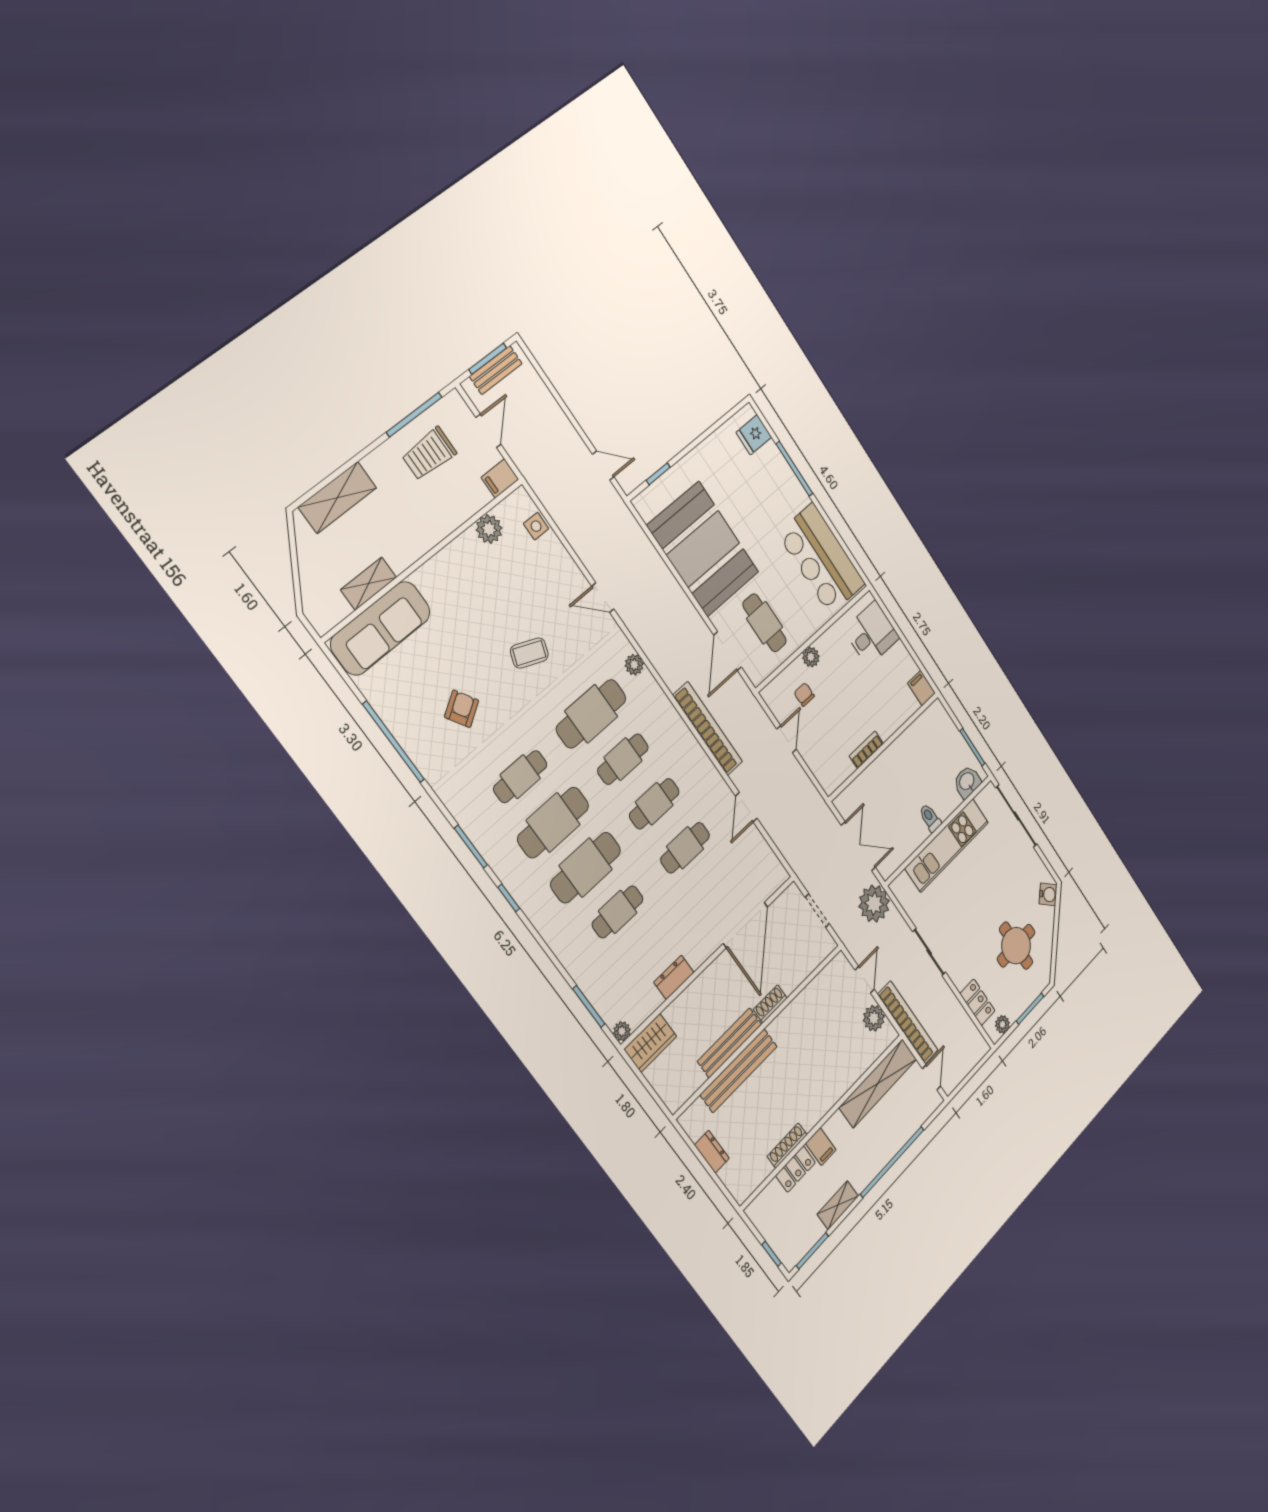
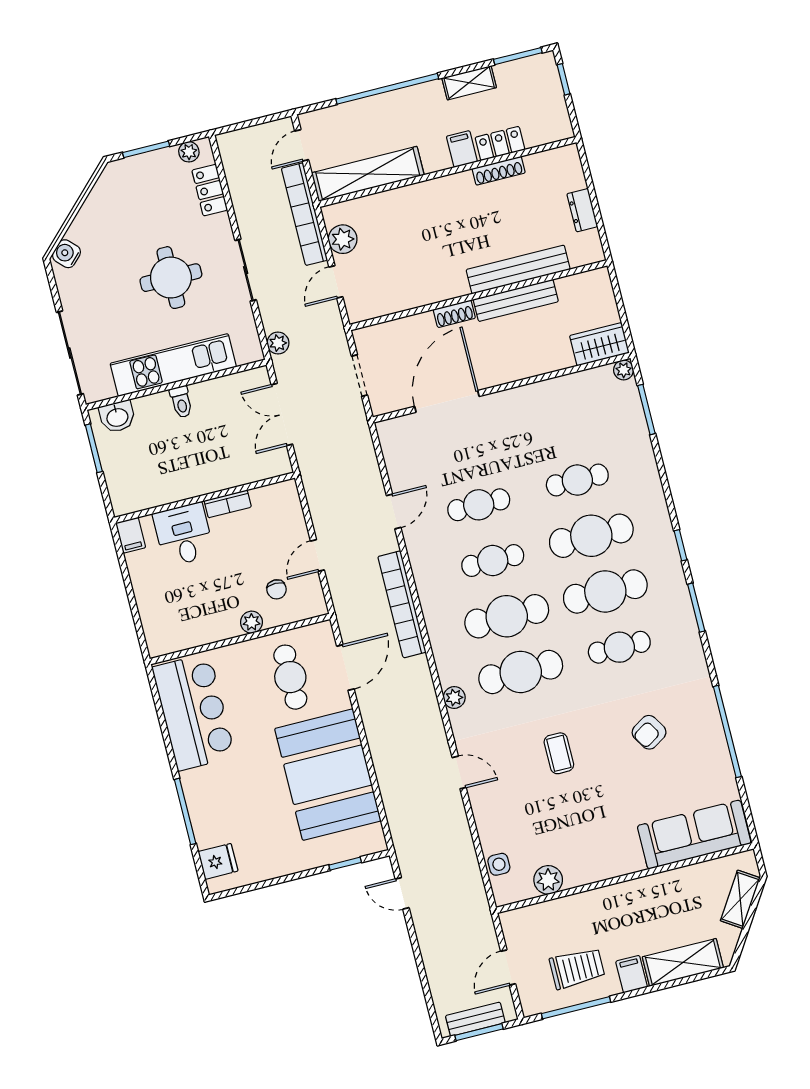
filing cabinet: (500, 478) -> (631, 974), moved, turned -90
shelving: (369, 584) -> (740, 899), moved, turned -57
desk: (872, 634) -> (184, 535), moved, turned 90
coffee table: (529, 653) -> (559, 753), turned 69
cafe table: (623, 759) -> (507, 616), width x1.37, depth x1.35
plant: (874, 904) -> (278, 343), width x0.53, depth x0.53
round table: (1016, 946) -> (171, 278), moved
dresser: (674, 977) -> (547, 391), removed

